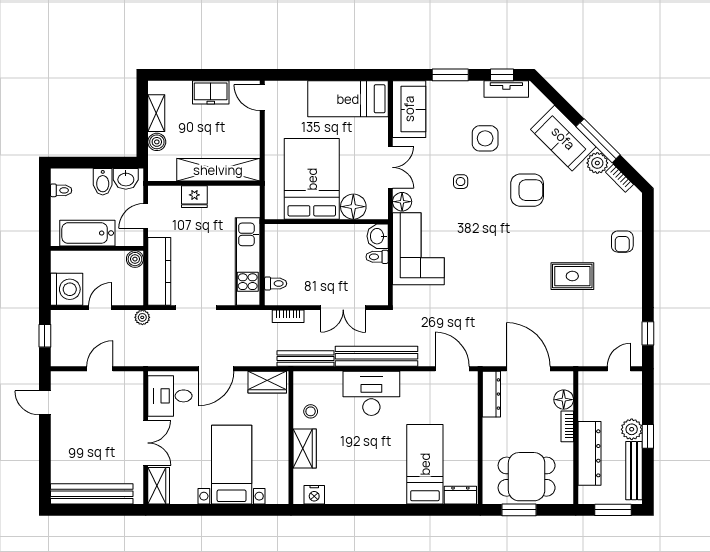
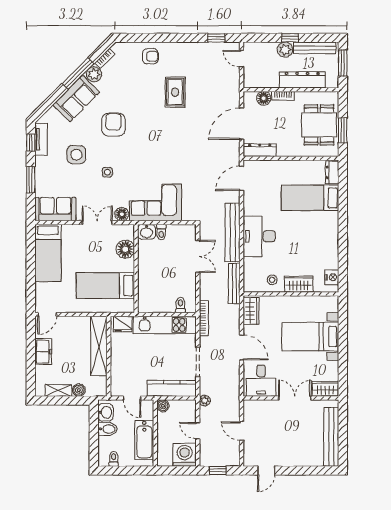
bed: (312, 179) -> (105, 286), width x0.67
fridge: (194, 197) -> (123, 324), moved, turned 90
bookcase: (288, 316) -> (204, 318), moved, width x1.56

